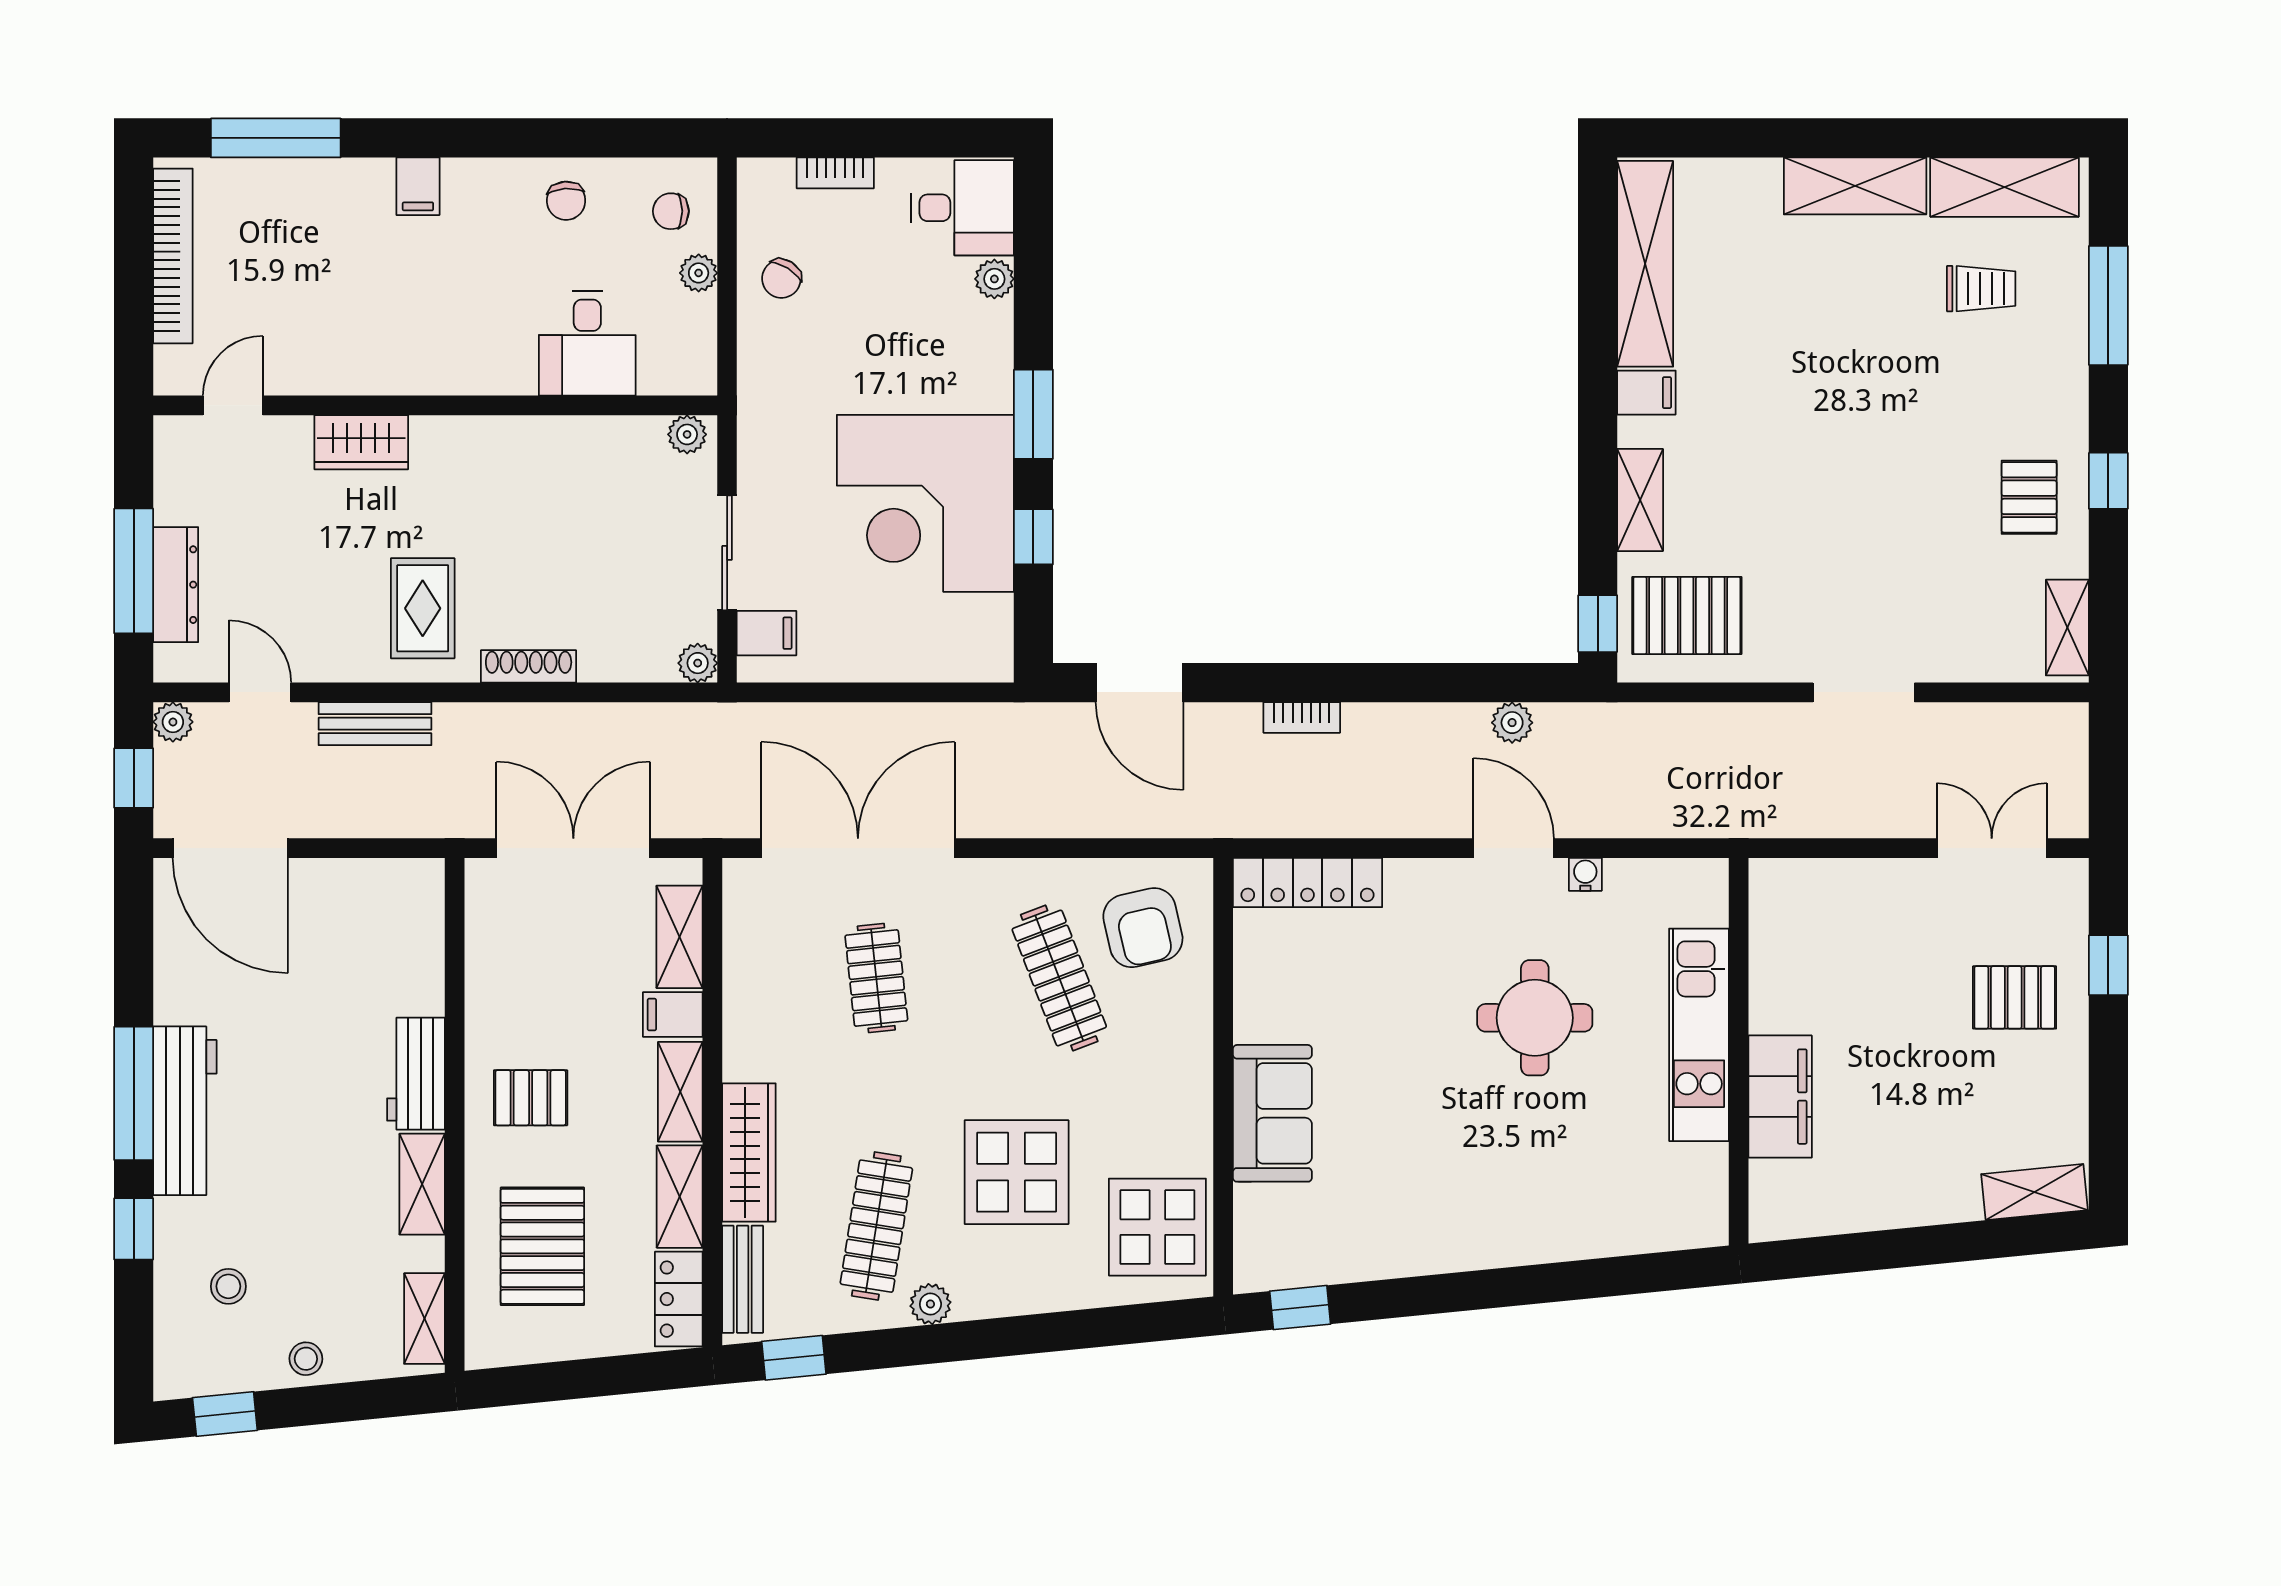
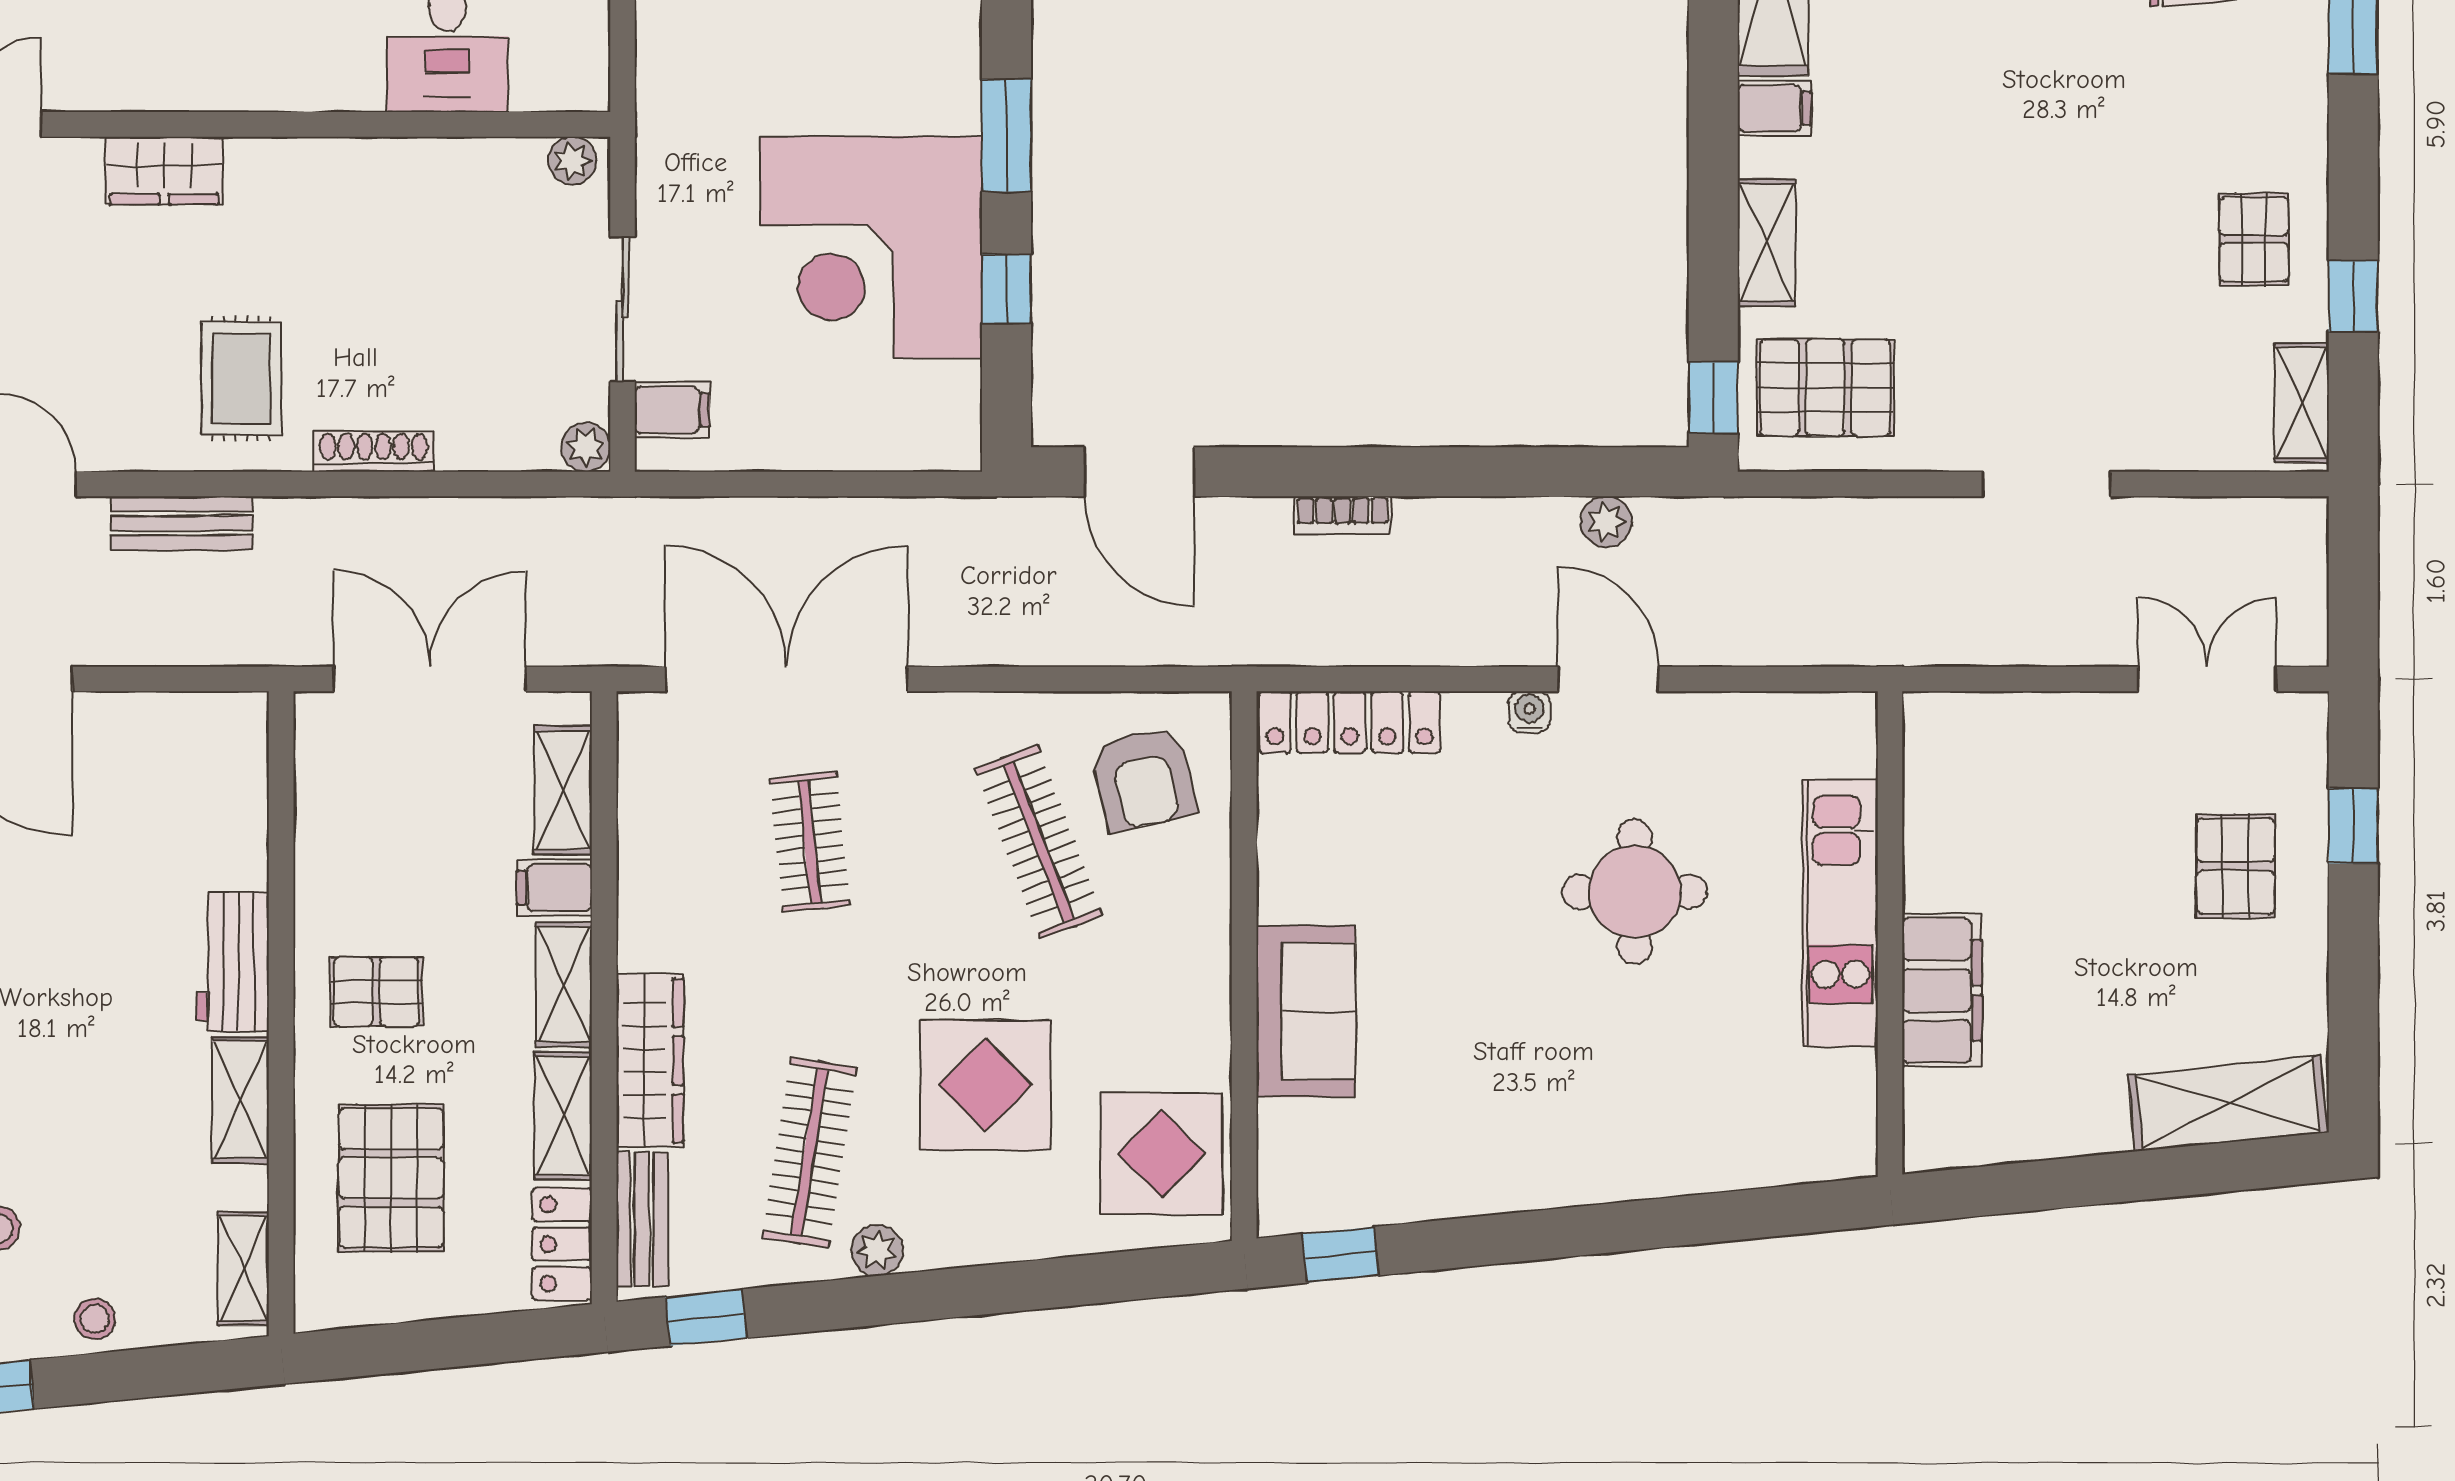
window: (2108, 481) -> (2353, 296), moved
water cooler: (1585, 874) -> (1529, 712), moved
pallet: (2015, 997) -> (2236, 866), turned 90
shelving: (2035, 1192) -> (2228, 1104), width x1.50, depth x1.33

